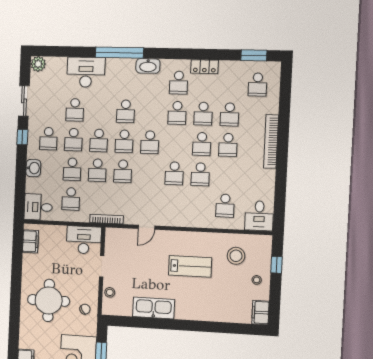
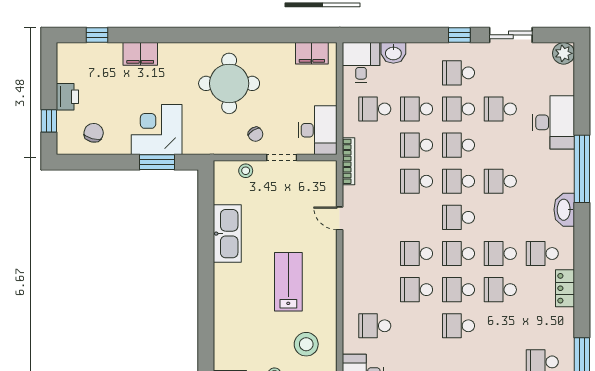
school desk: (230, 114) -> (458, 254), moved
washbasin: (33, 168) -> (393, 53), moved
lab bench: (190, 266) -> (288, 282), turned 180
chair: (85, 309) -> (256, 134), moved

